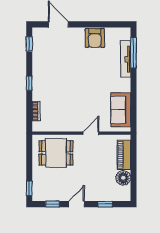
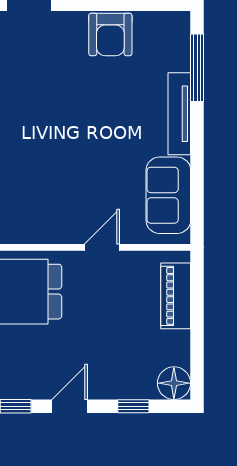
tv unit: (126, 59) -> (179, 114), moved
floor lamp: (123, 178) -> (174, 383), moved

